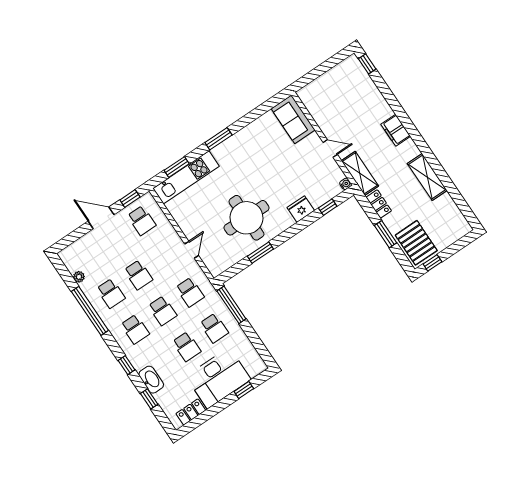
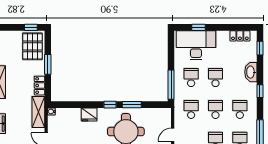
window: (328, 207) -> (110, 105), moved
desk: (218, 378) -> (196, 45), moved
window: (149, 399) -> (260, 48), moved

